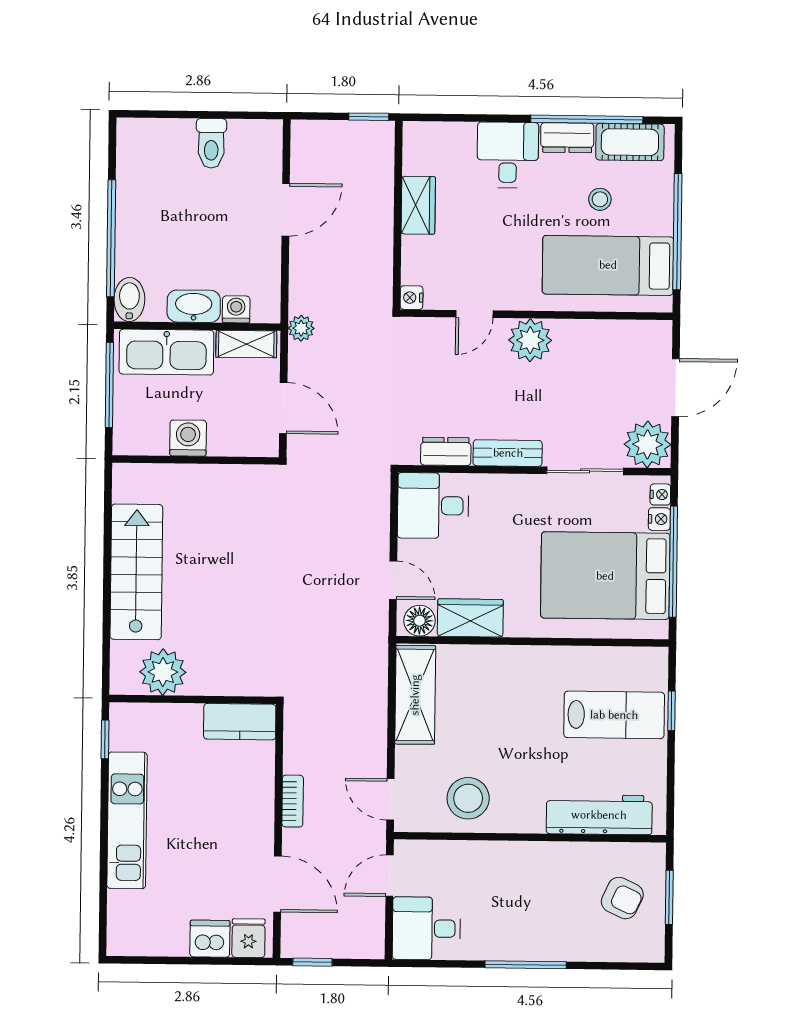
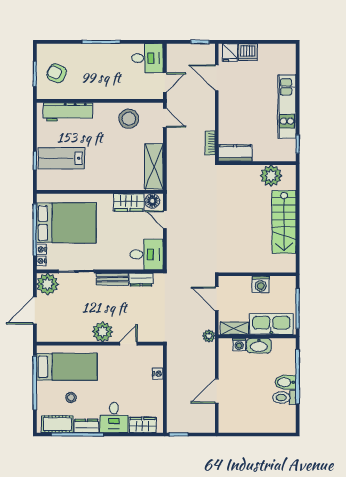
toilet: (211, 143) -> (284, 398), moved, turned -90
wardrobe: (418, 205) -> (143, 425), moved, turned 90
nightstand: (412, 298) -> (158, 374), moved
bidet: (129, 299) -> (286, 382), moved, turned 90
bookcase: (293, 801) -> (210, 143), moved

